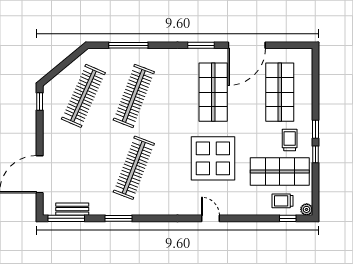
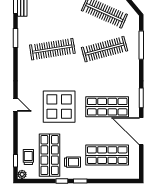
clothes rail: (134, 96) -> (104, 49), turned -36
clothes rail: (134, 168) -> (52, 49), turned -30
door: (210, 218) -> (16, 105), hinge flipped

